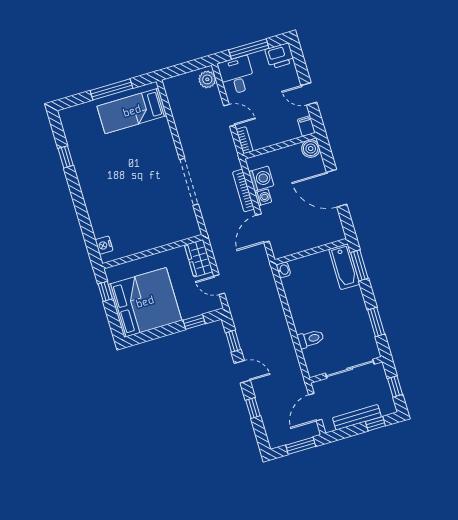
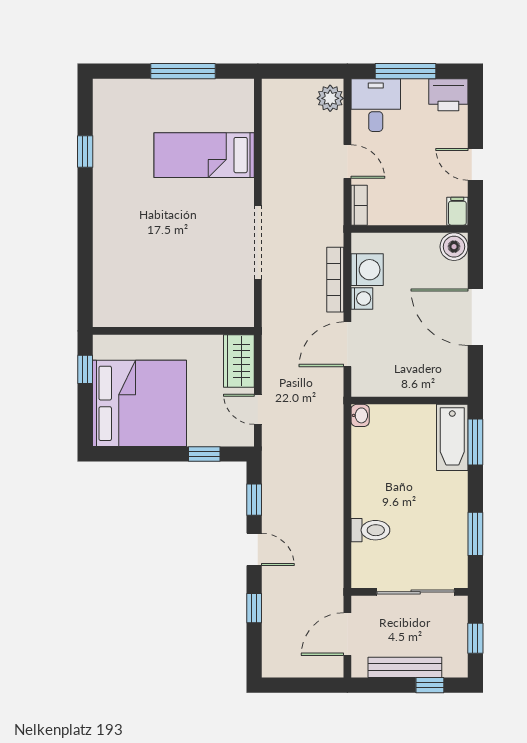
bed: (132, 111) -> (204, 155), moved
nightstand: (104, 245) -> (104, 300), removed
window: (301, 446) -> (309, 685), removed

